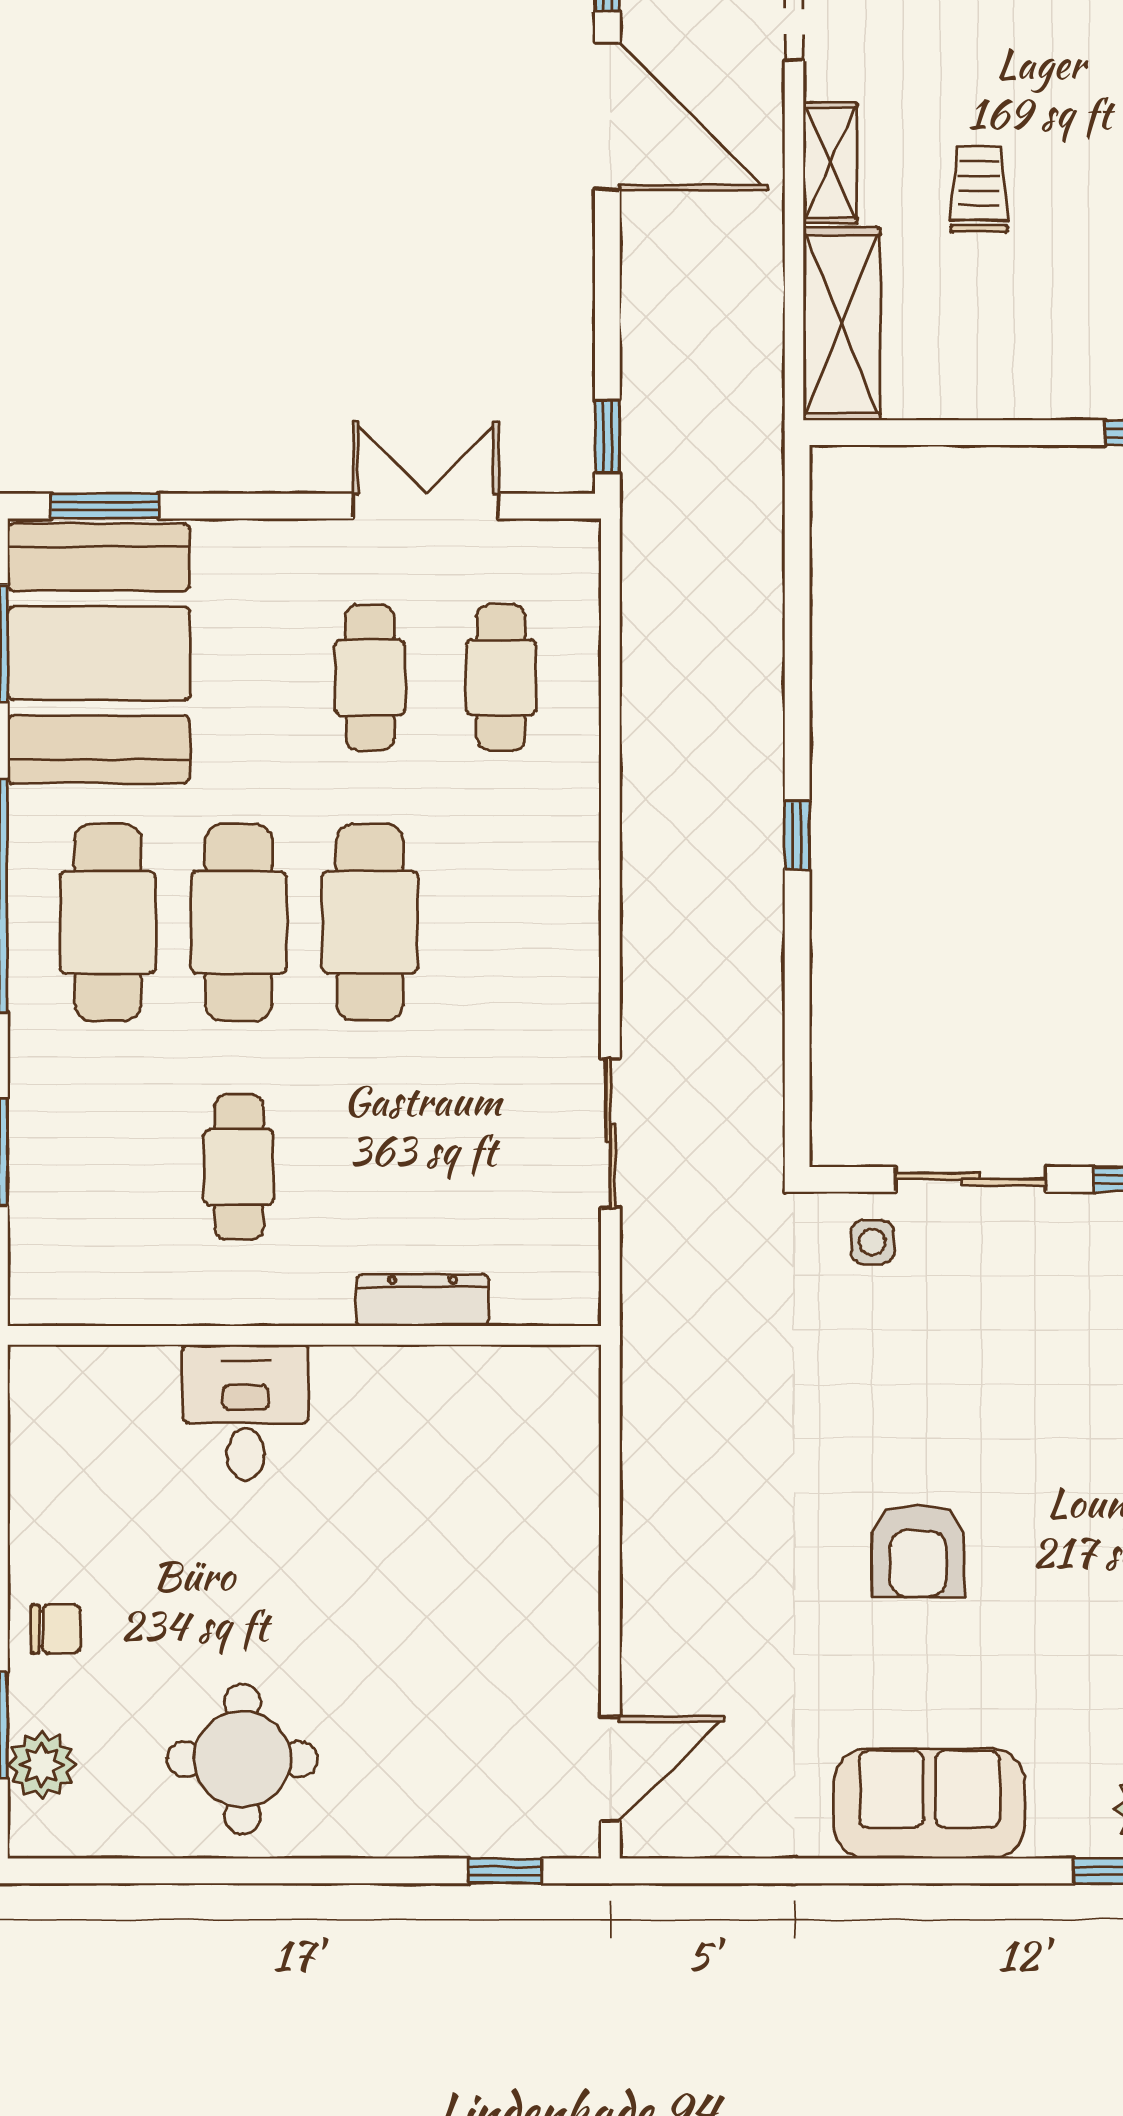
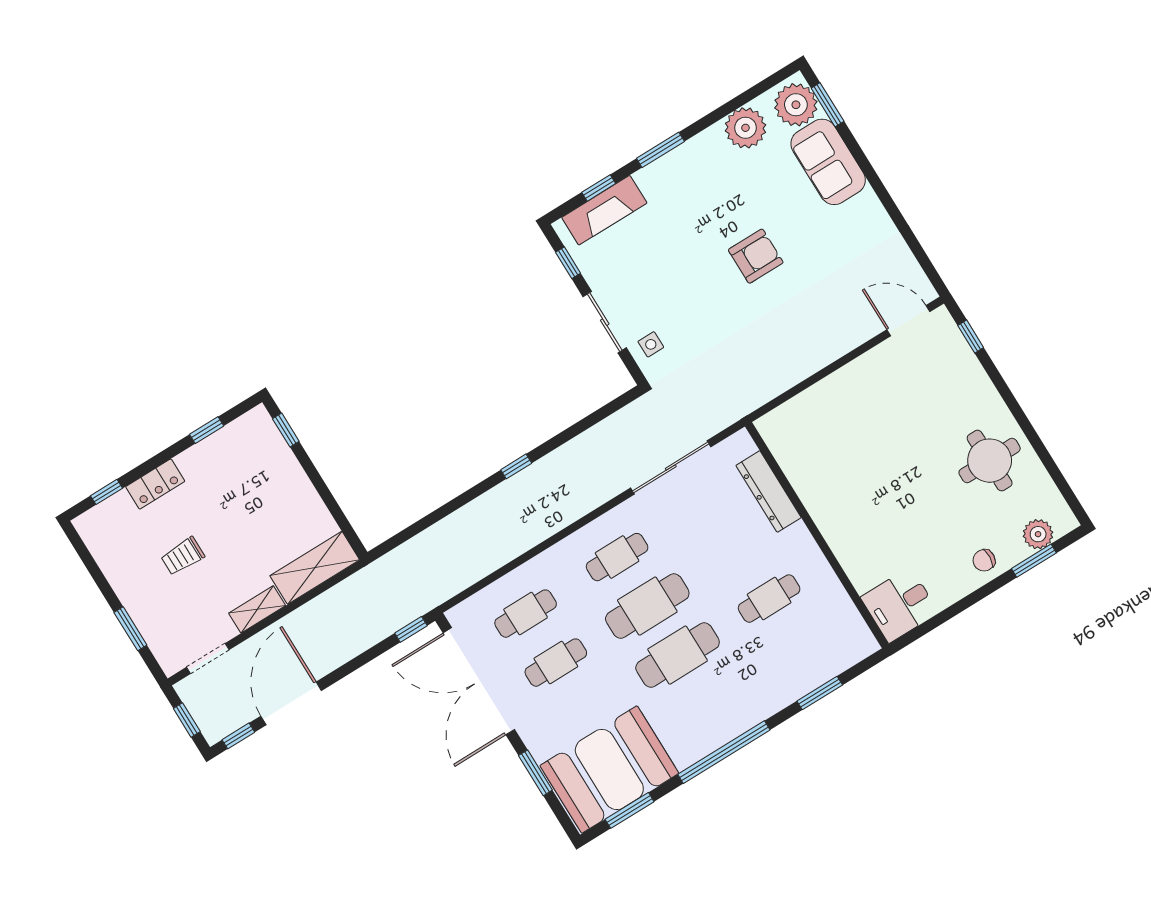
trolley: (979, 189) -> (183, 556), moved
window: (105, 506) -> (535, 773), moved
double door: (426, 506) -> (479, 681), width x1.87
cafe table: (108, 922) -> (617, 557), moved, width x0.73, depth x0.74
sliding door: (610, 1133) -> (671, 467), width x1.37
dresser: (423, 1300) -> (769, 492), width x1.37, depth x1.24
desk: (246, 1412) -> (900, 605), moved
chair: (56, 1629) -> (984, 560), turned -86
sofa: (929, 1804) -> (828, 162), moved

